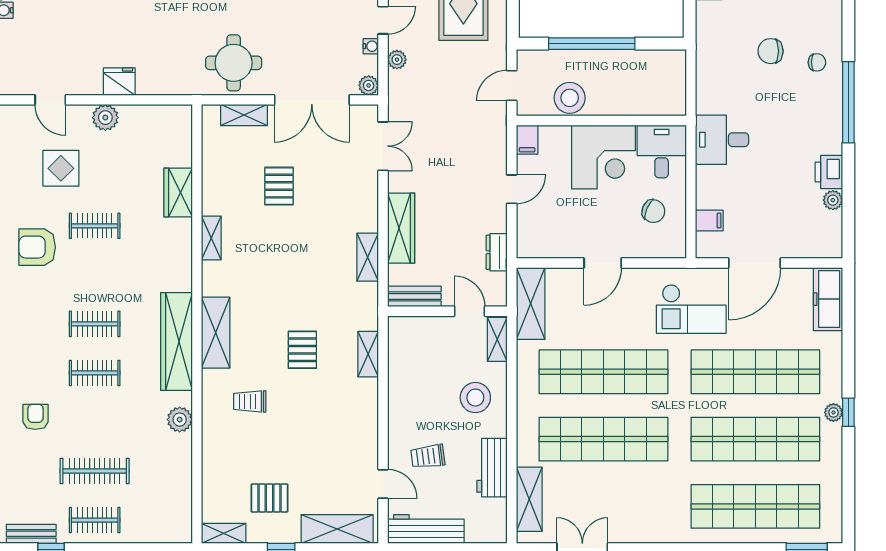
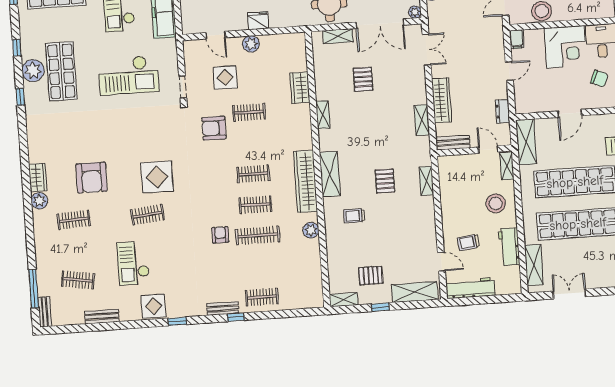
clothes rail: (95, 471) -> (258, 235), moved

